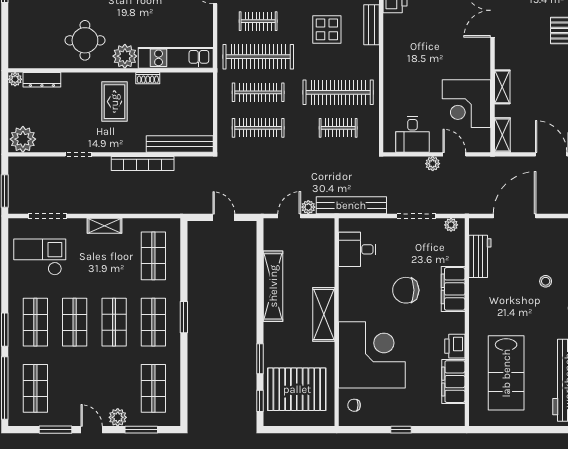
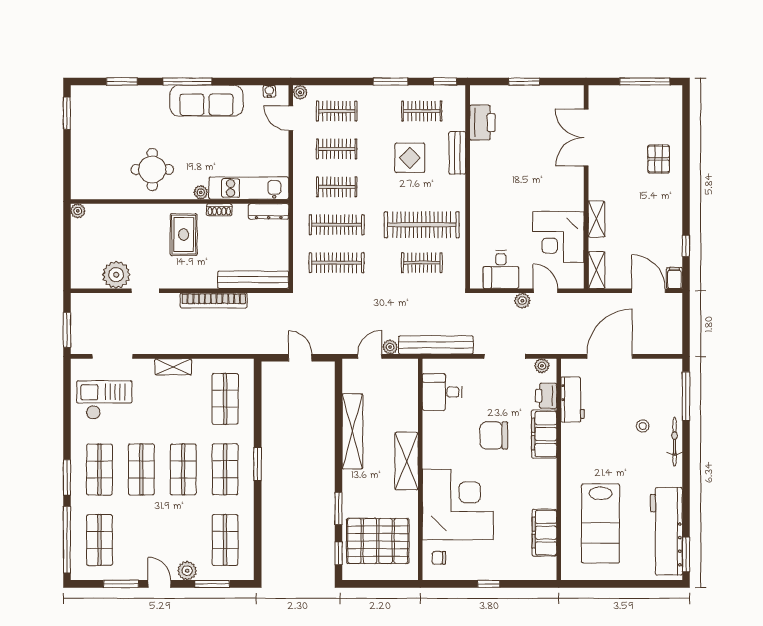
plant: (125, 56) -> (201, 192), width x0.53, depth x0.53
clothes rail: (258, 57) -> (337, 187), width x0.54, depth x0.76
dresser: (42, 80) -> (269, 211), moved
plant: (23, 139) -> (116, 275), moved
printer: (455, 346) -> (546, 396), moved

